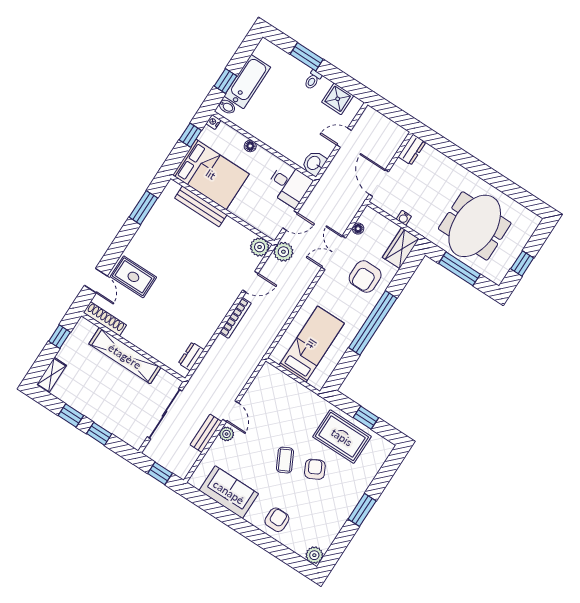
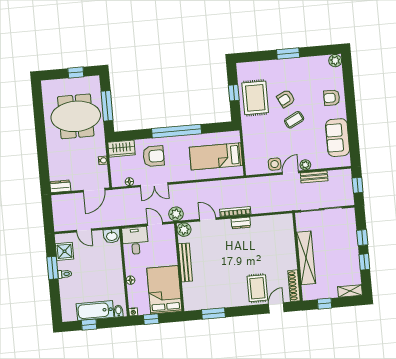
window: (307, 57) -> (53, 268), moved
window: (226, 81) -> (89, 325), moved
bench: (201, 206) -> (185, 262), moved
dresser: (191, 356) -> (241, 223), moved
side table: (254, 401) -> (275, 164), added

